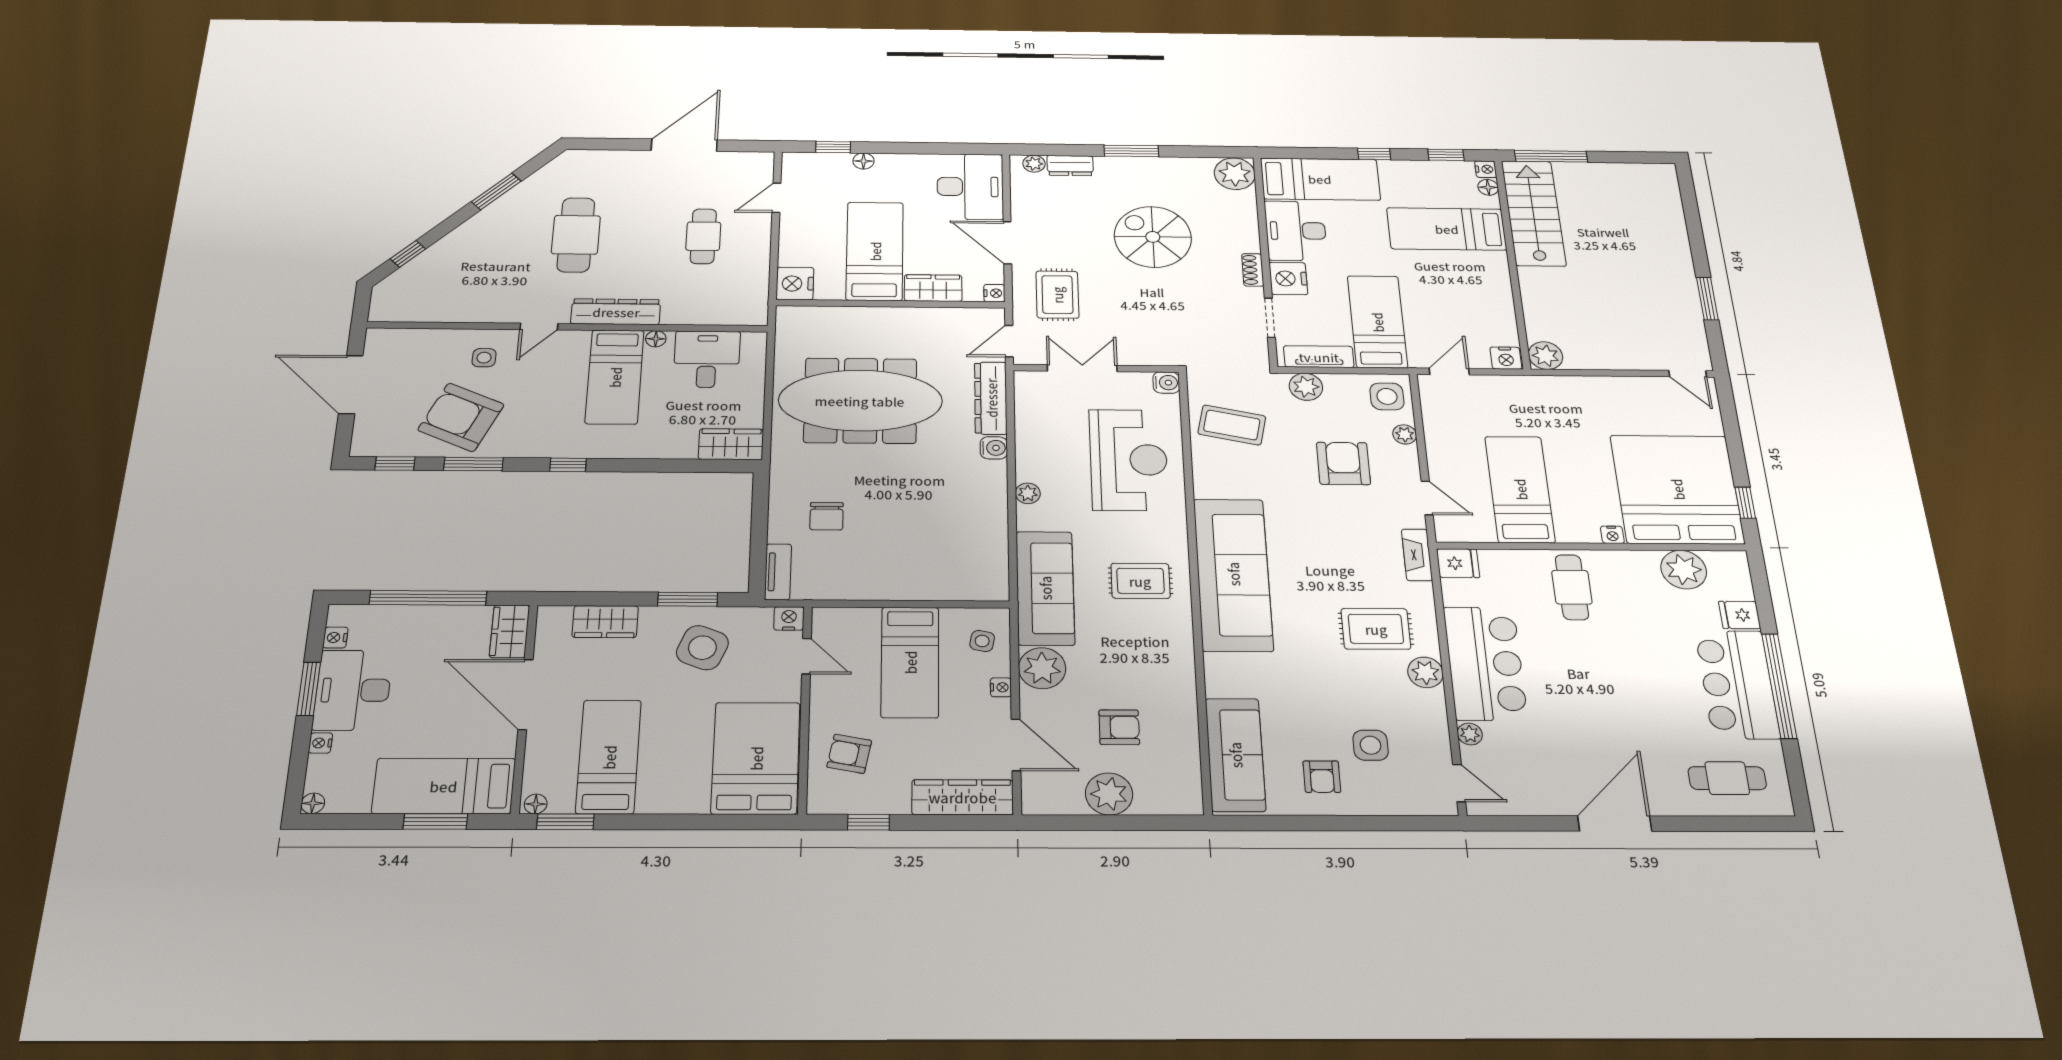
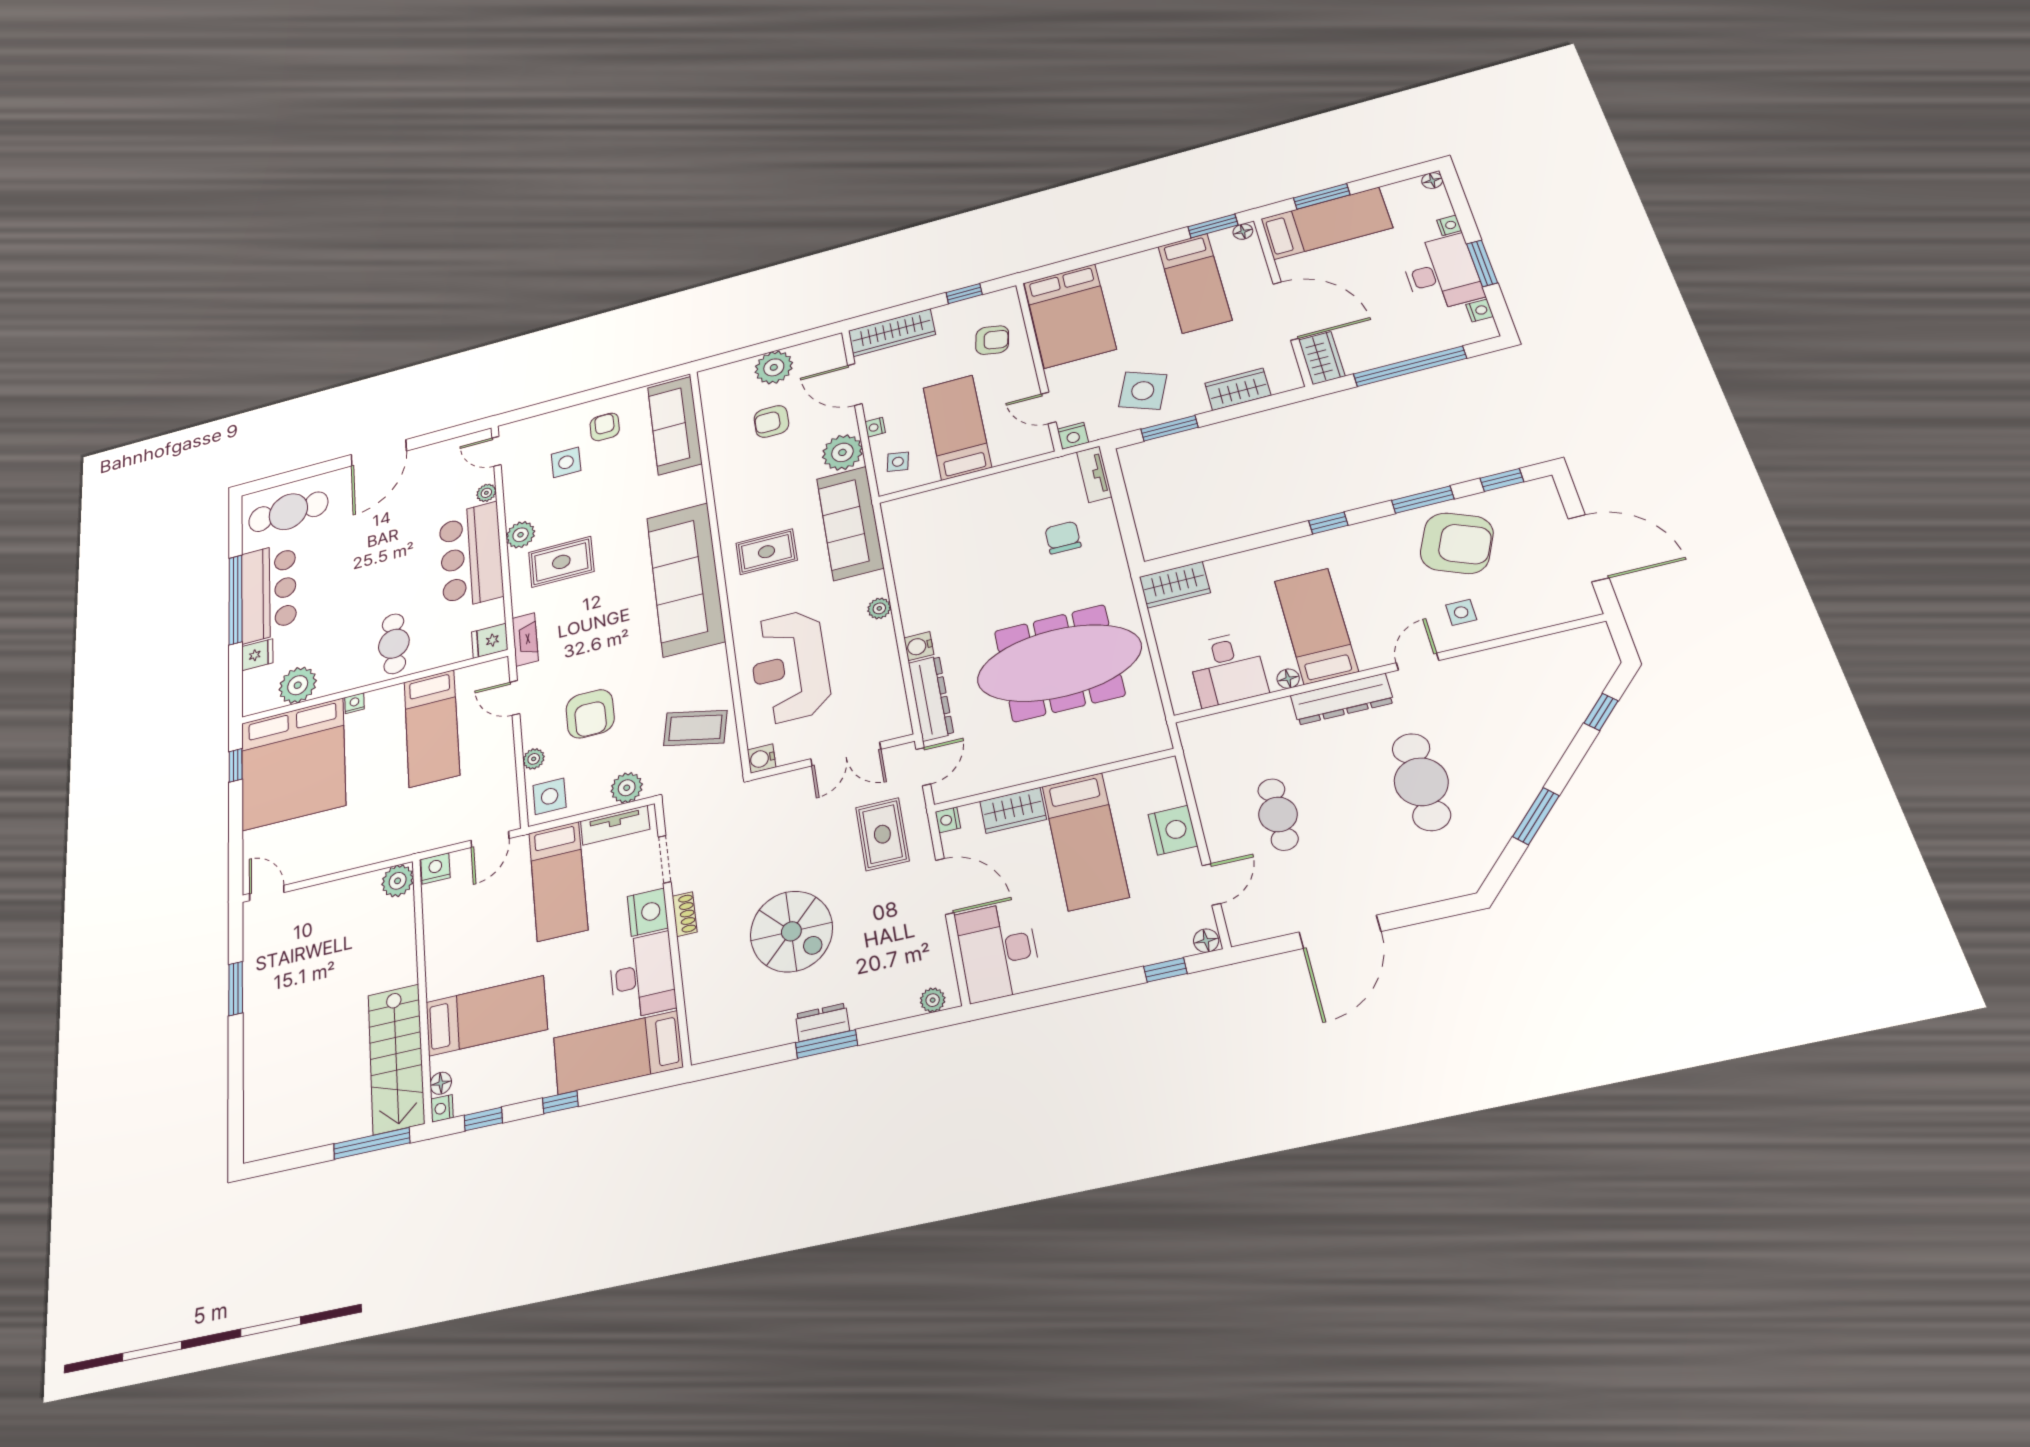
floor lamp: (864, 161) -> (1206, 941), moved
dresser: (1070, 166) -> (822, 1022), moved
plant: (1235, 174) -> (710, 1038), removed
nightstand: (795, 284) -> (1173, 830), moved
cafe table: (1727, 778) -> (288, 512), width x1.37, depth x1.35

